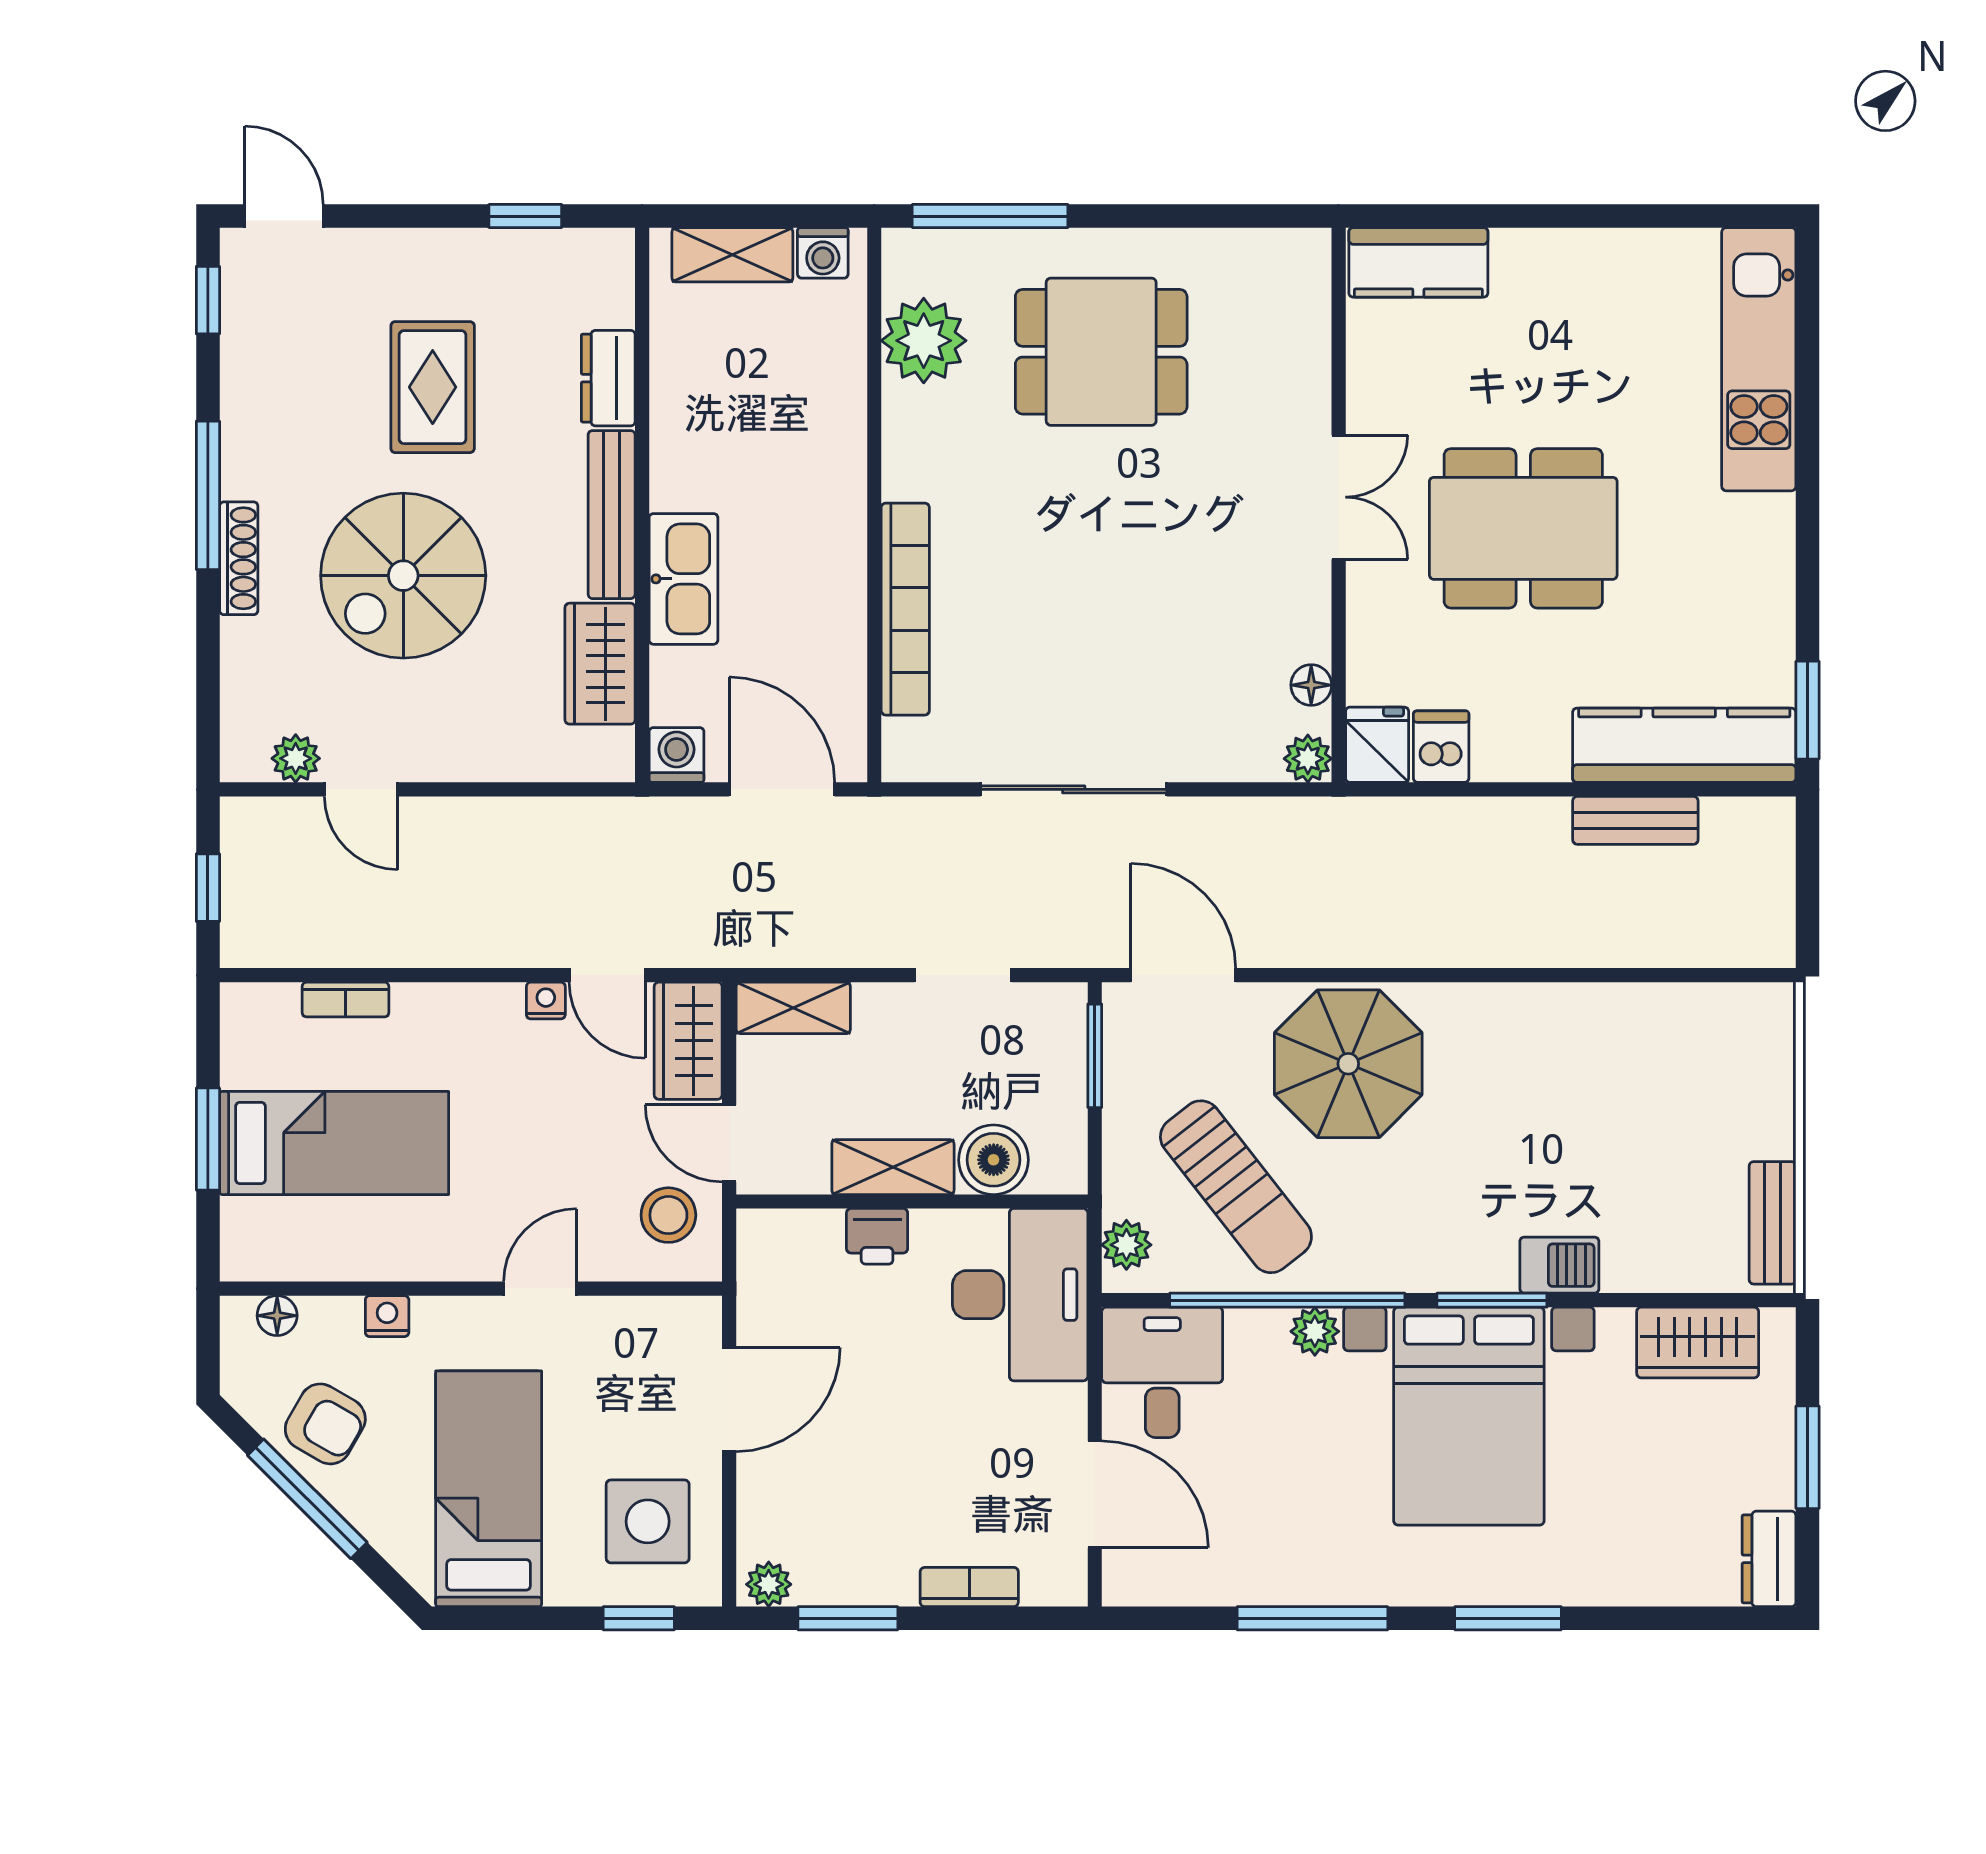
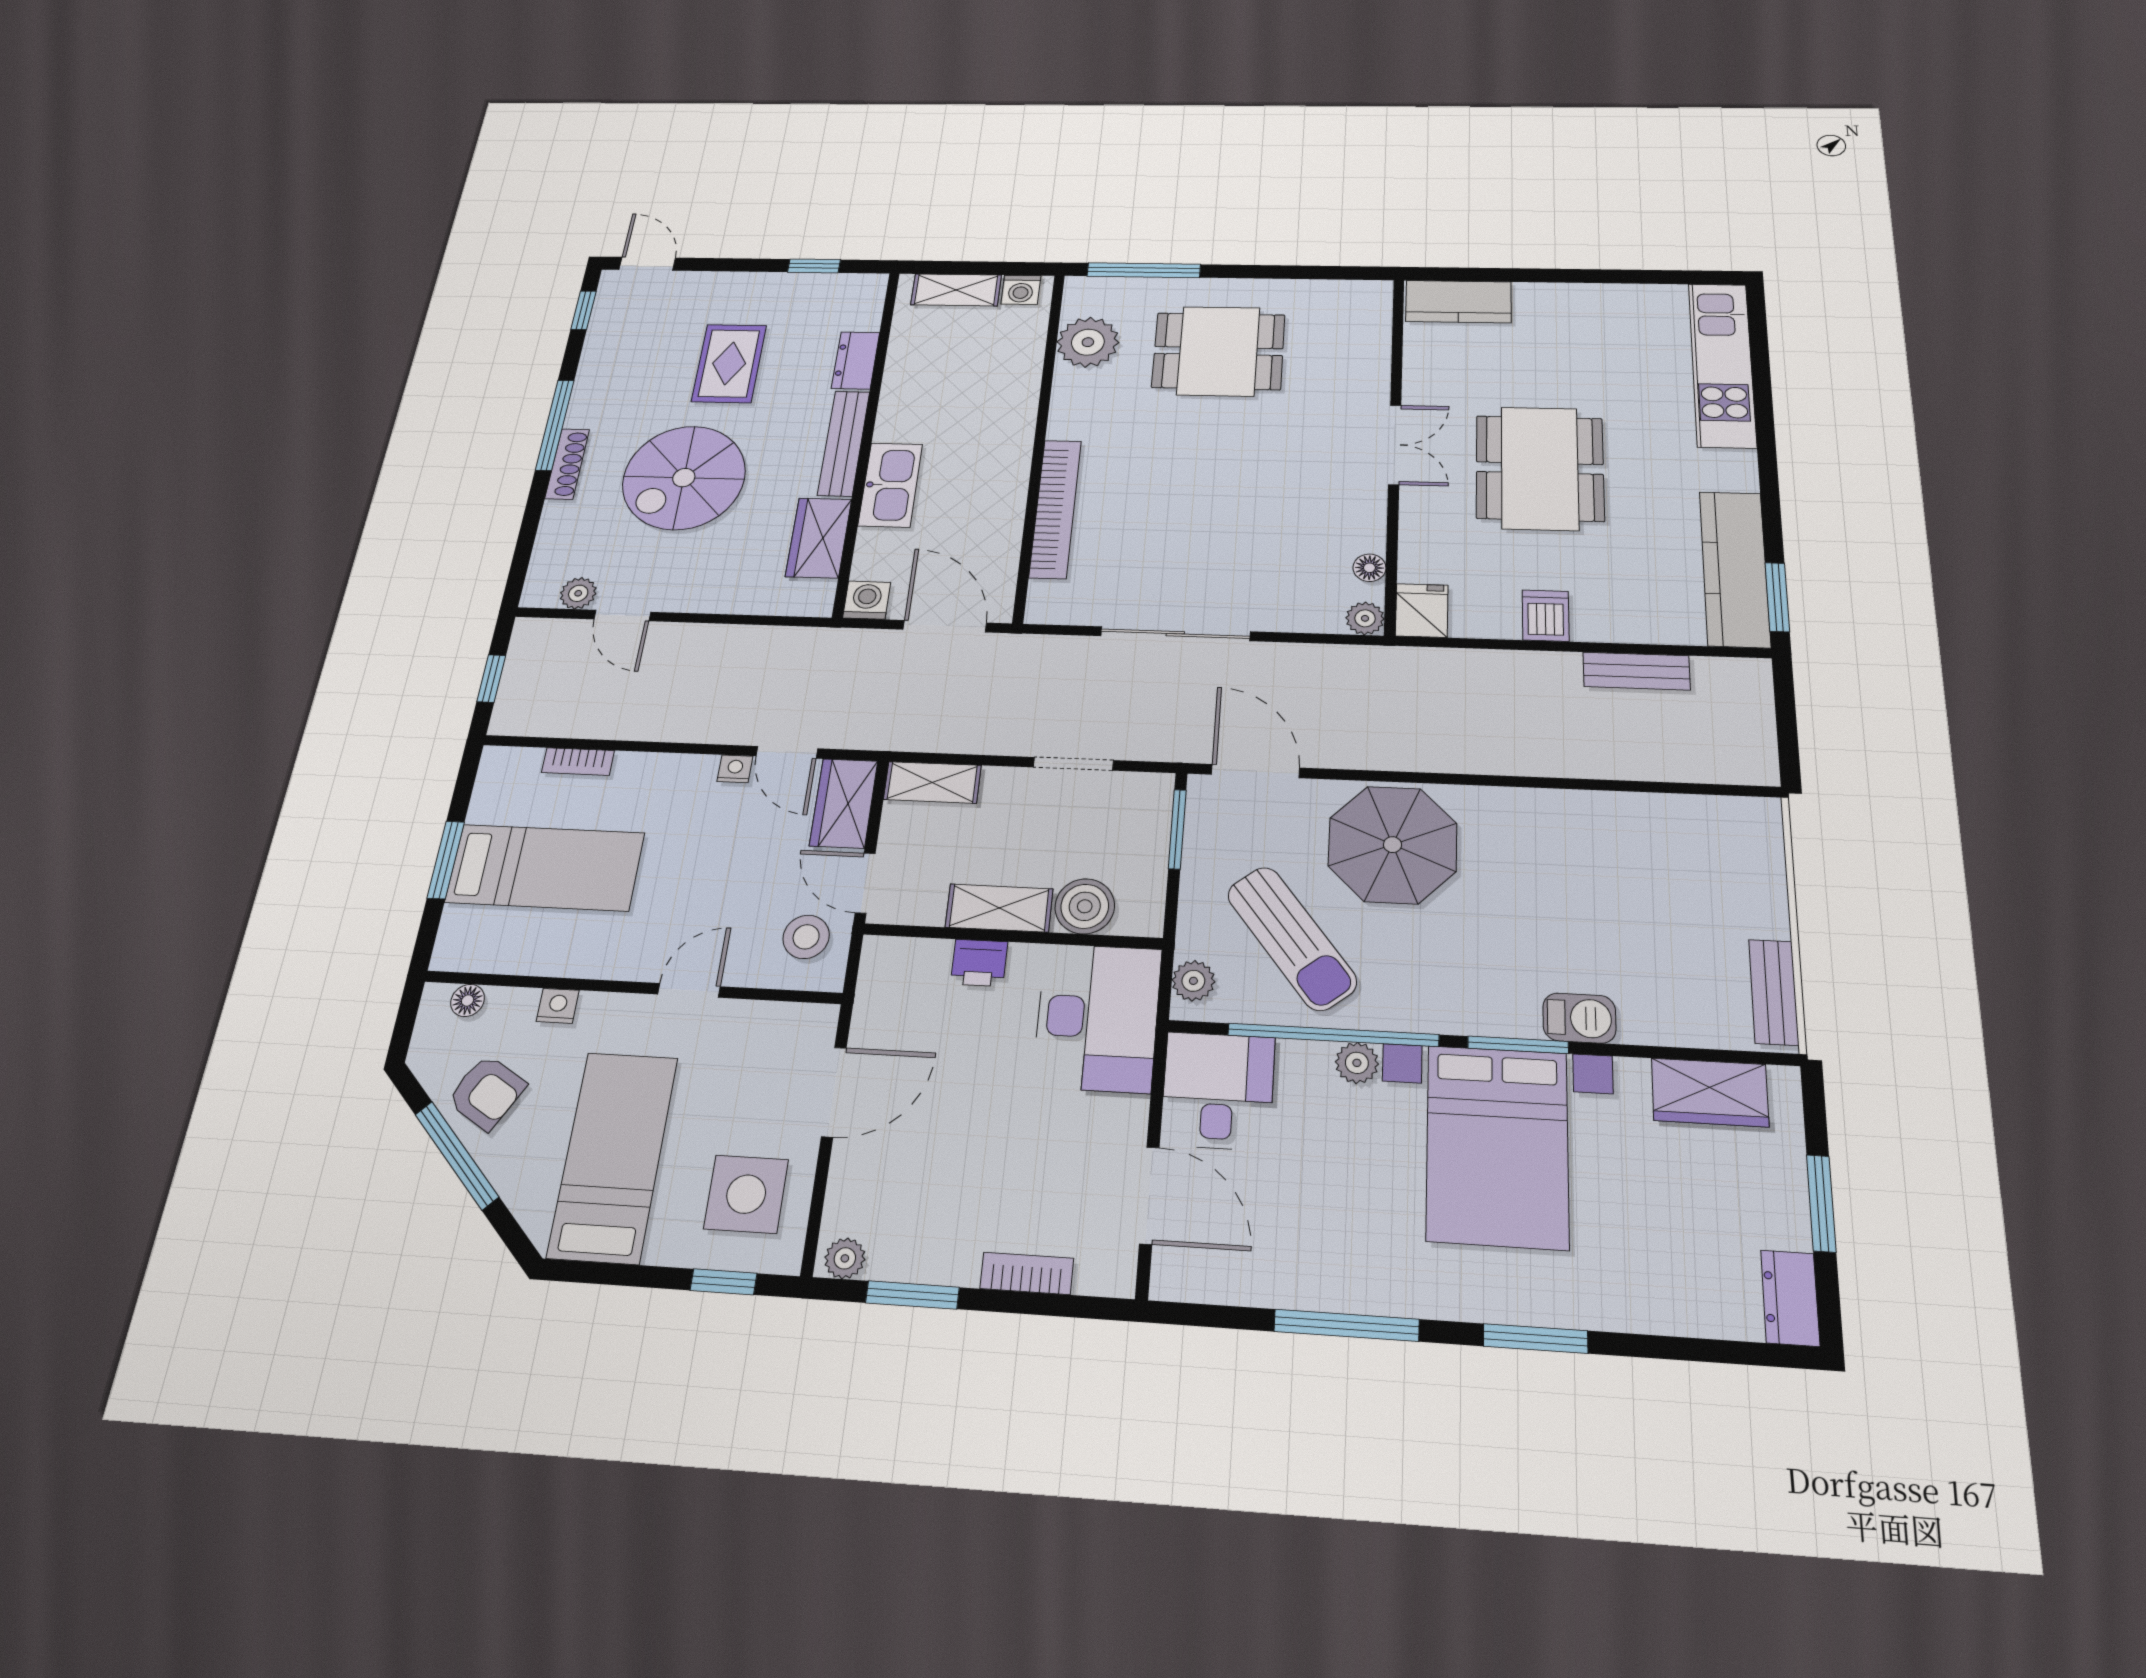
dining table: (1523, 528) -> (1540, 468), turned 90
kitchen counter: (1684, 745) -> (1735, 569), moved, turned -90
dishwasher: (1441, 747) -> (1546, 616), moved

